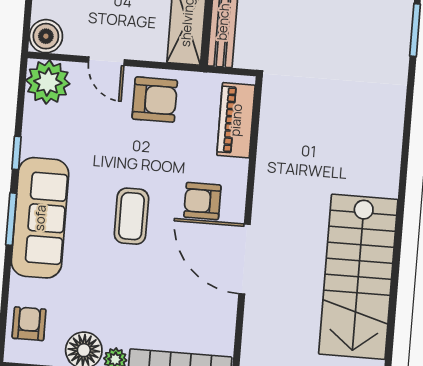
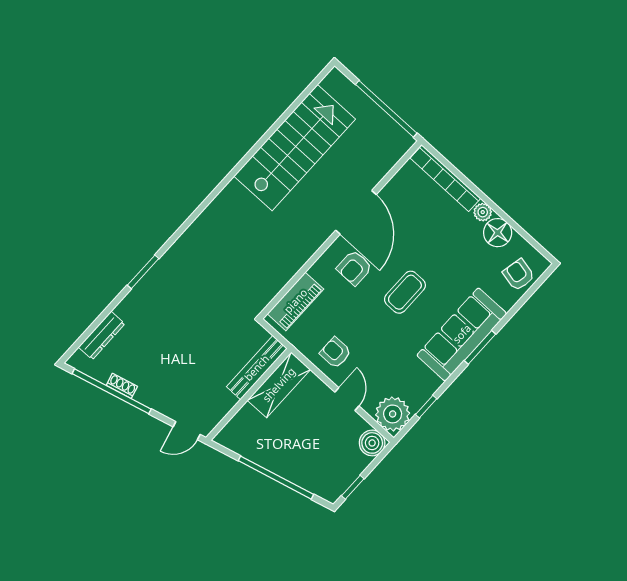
armchair: (155, 100) -> (335, 353), width x0.72, depth x0.72
window: (16, 153) -> (426, 407), moved
armchair: (202, 201) -> (354, 268), turned 90
armchair: (29, 324) -> (519, 275), turned 102

